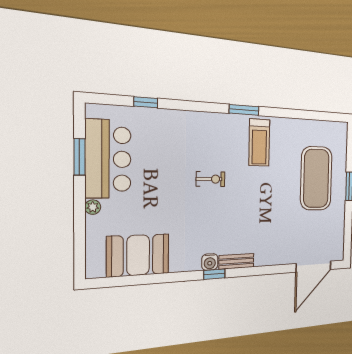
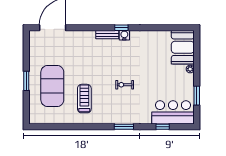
window: (244, 110) -> (124, 127), moved
treadmill: (259, 143) -> (84, 99), moved
bar counter: (108, 159) -> (173, 112), moved, turned 90
booth: (138, 255) -> (183, 47), moved, turned 90

